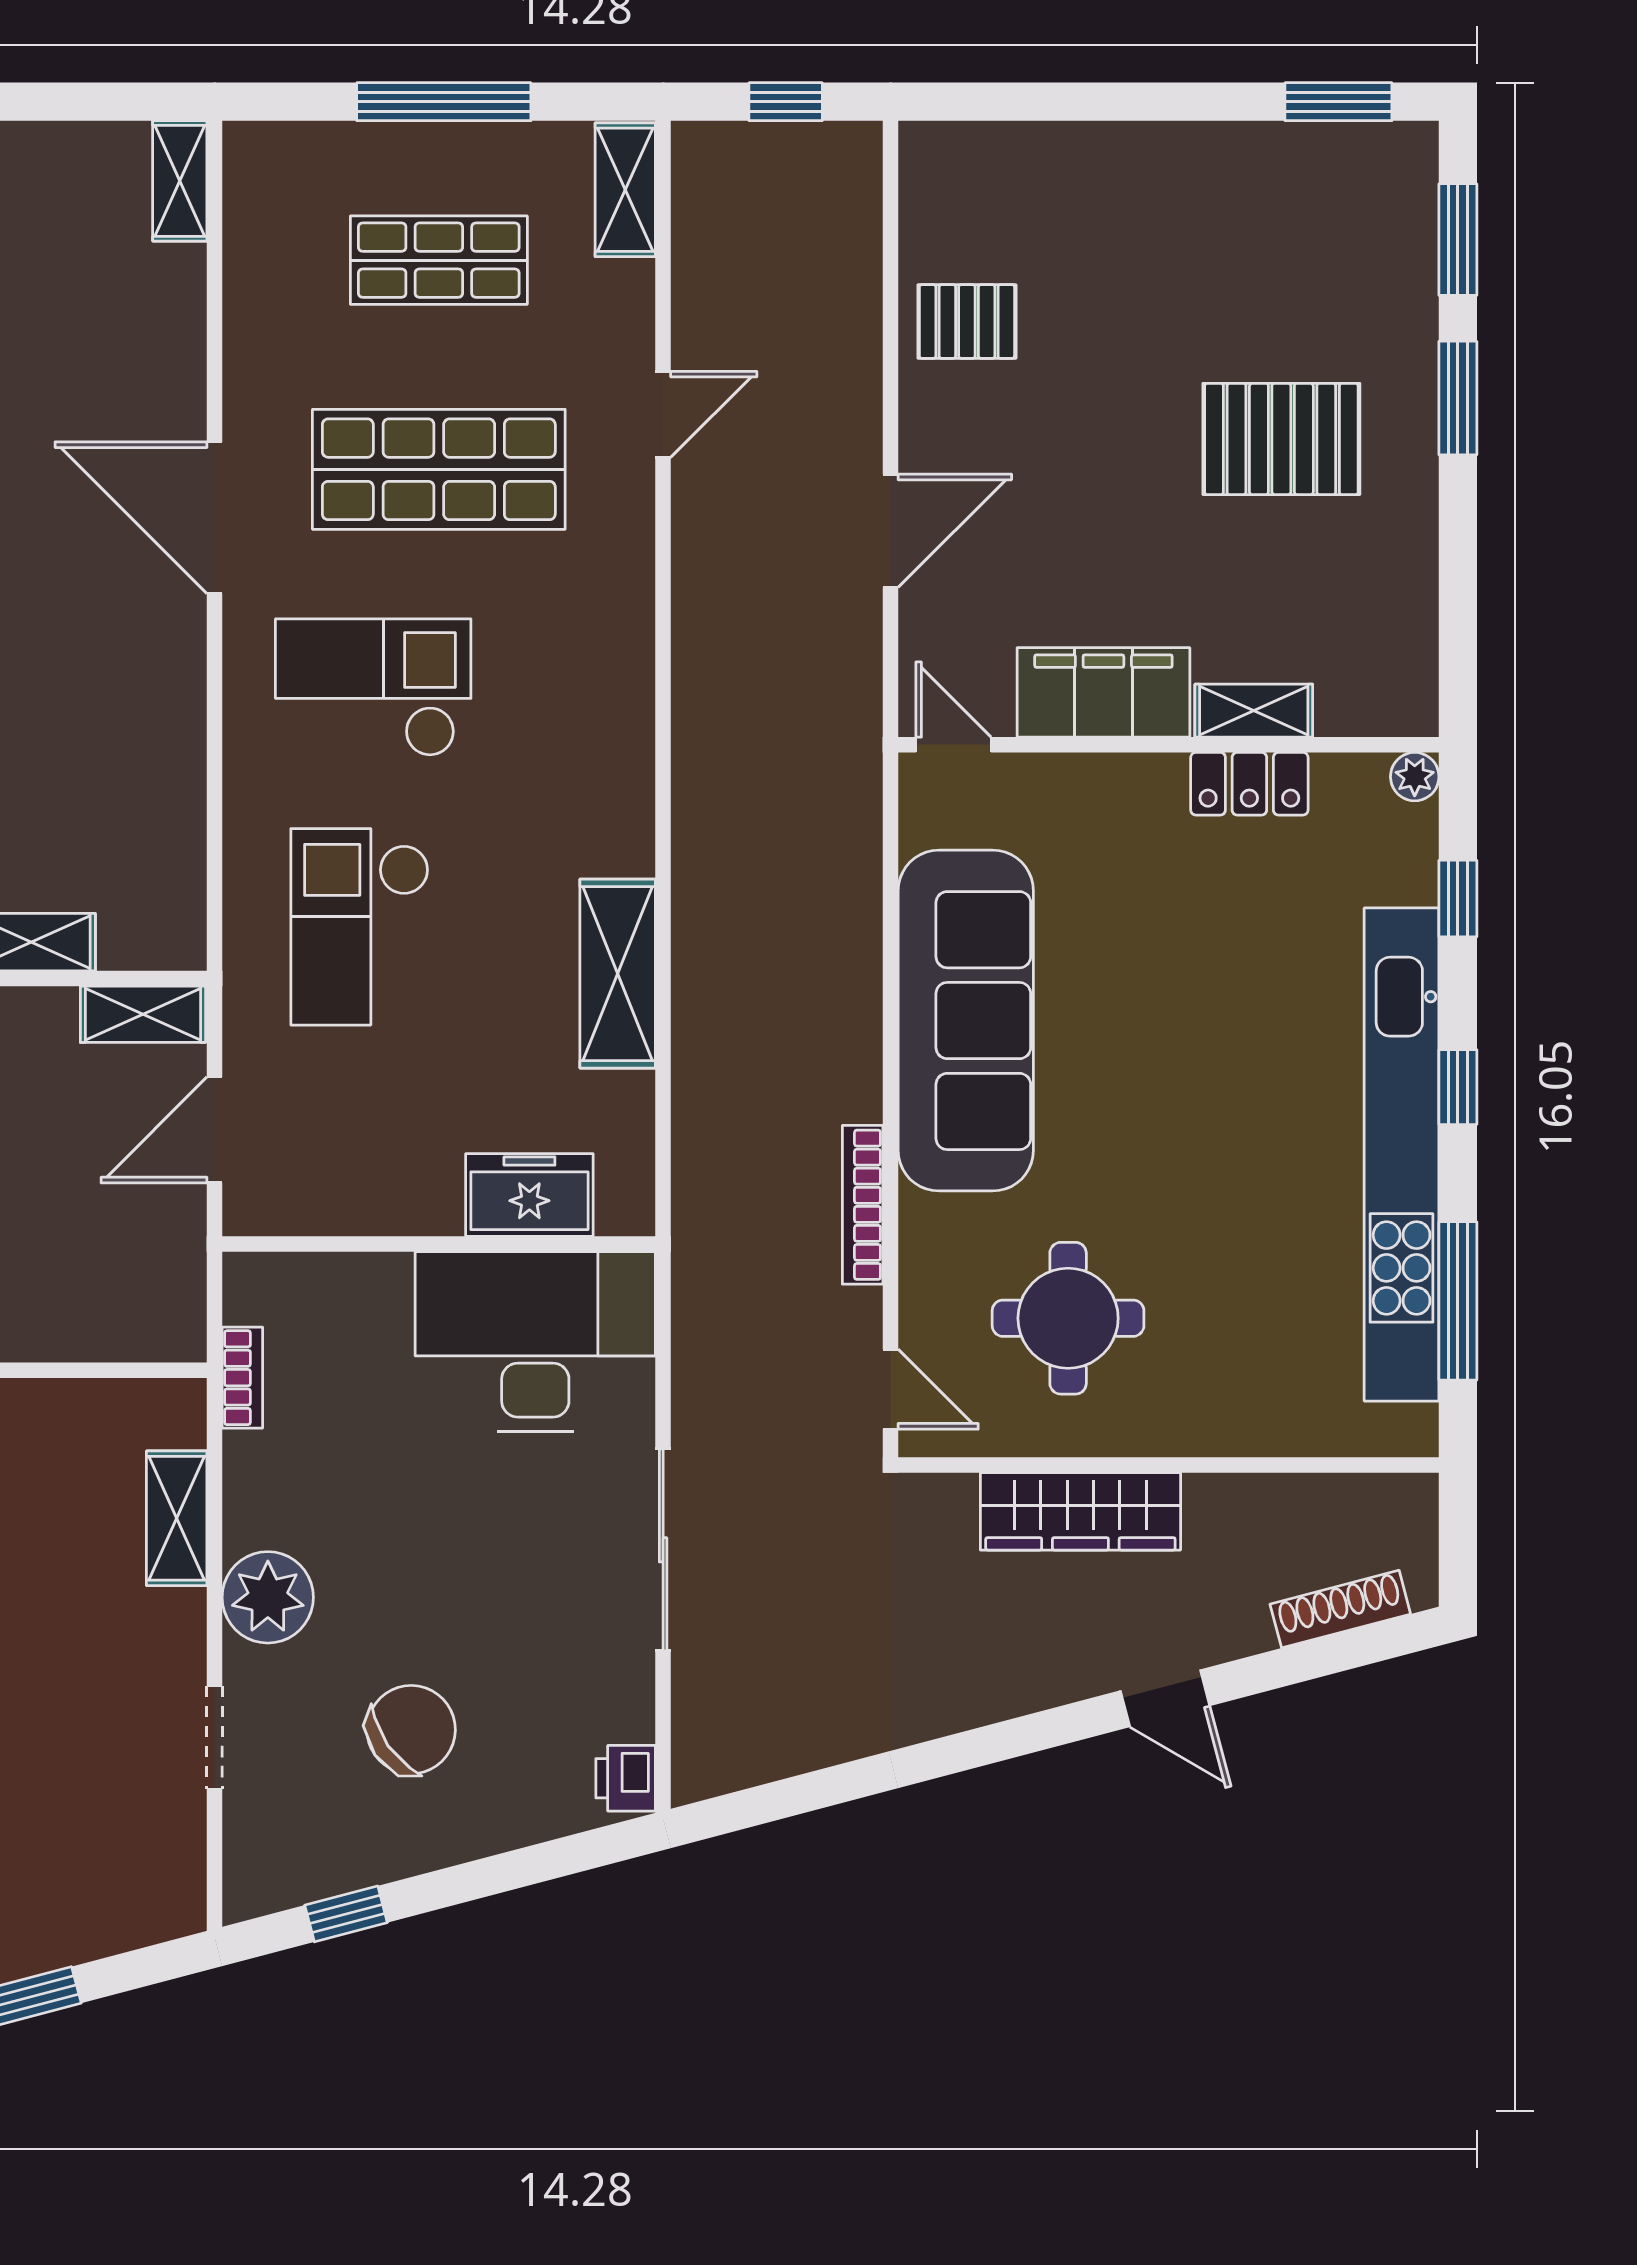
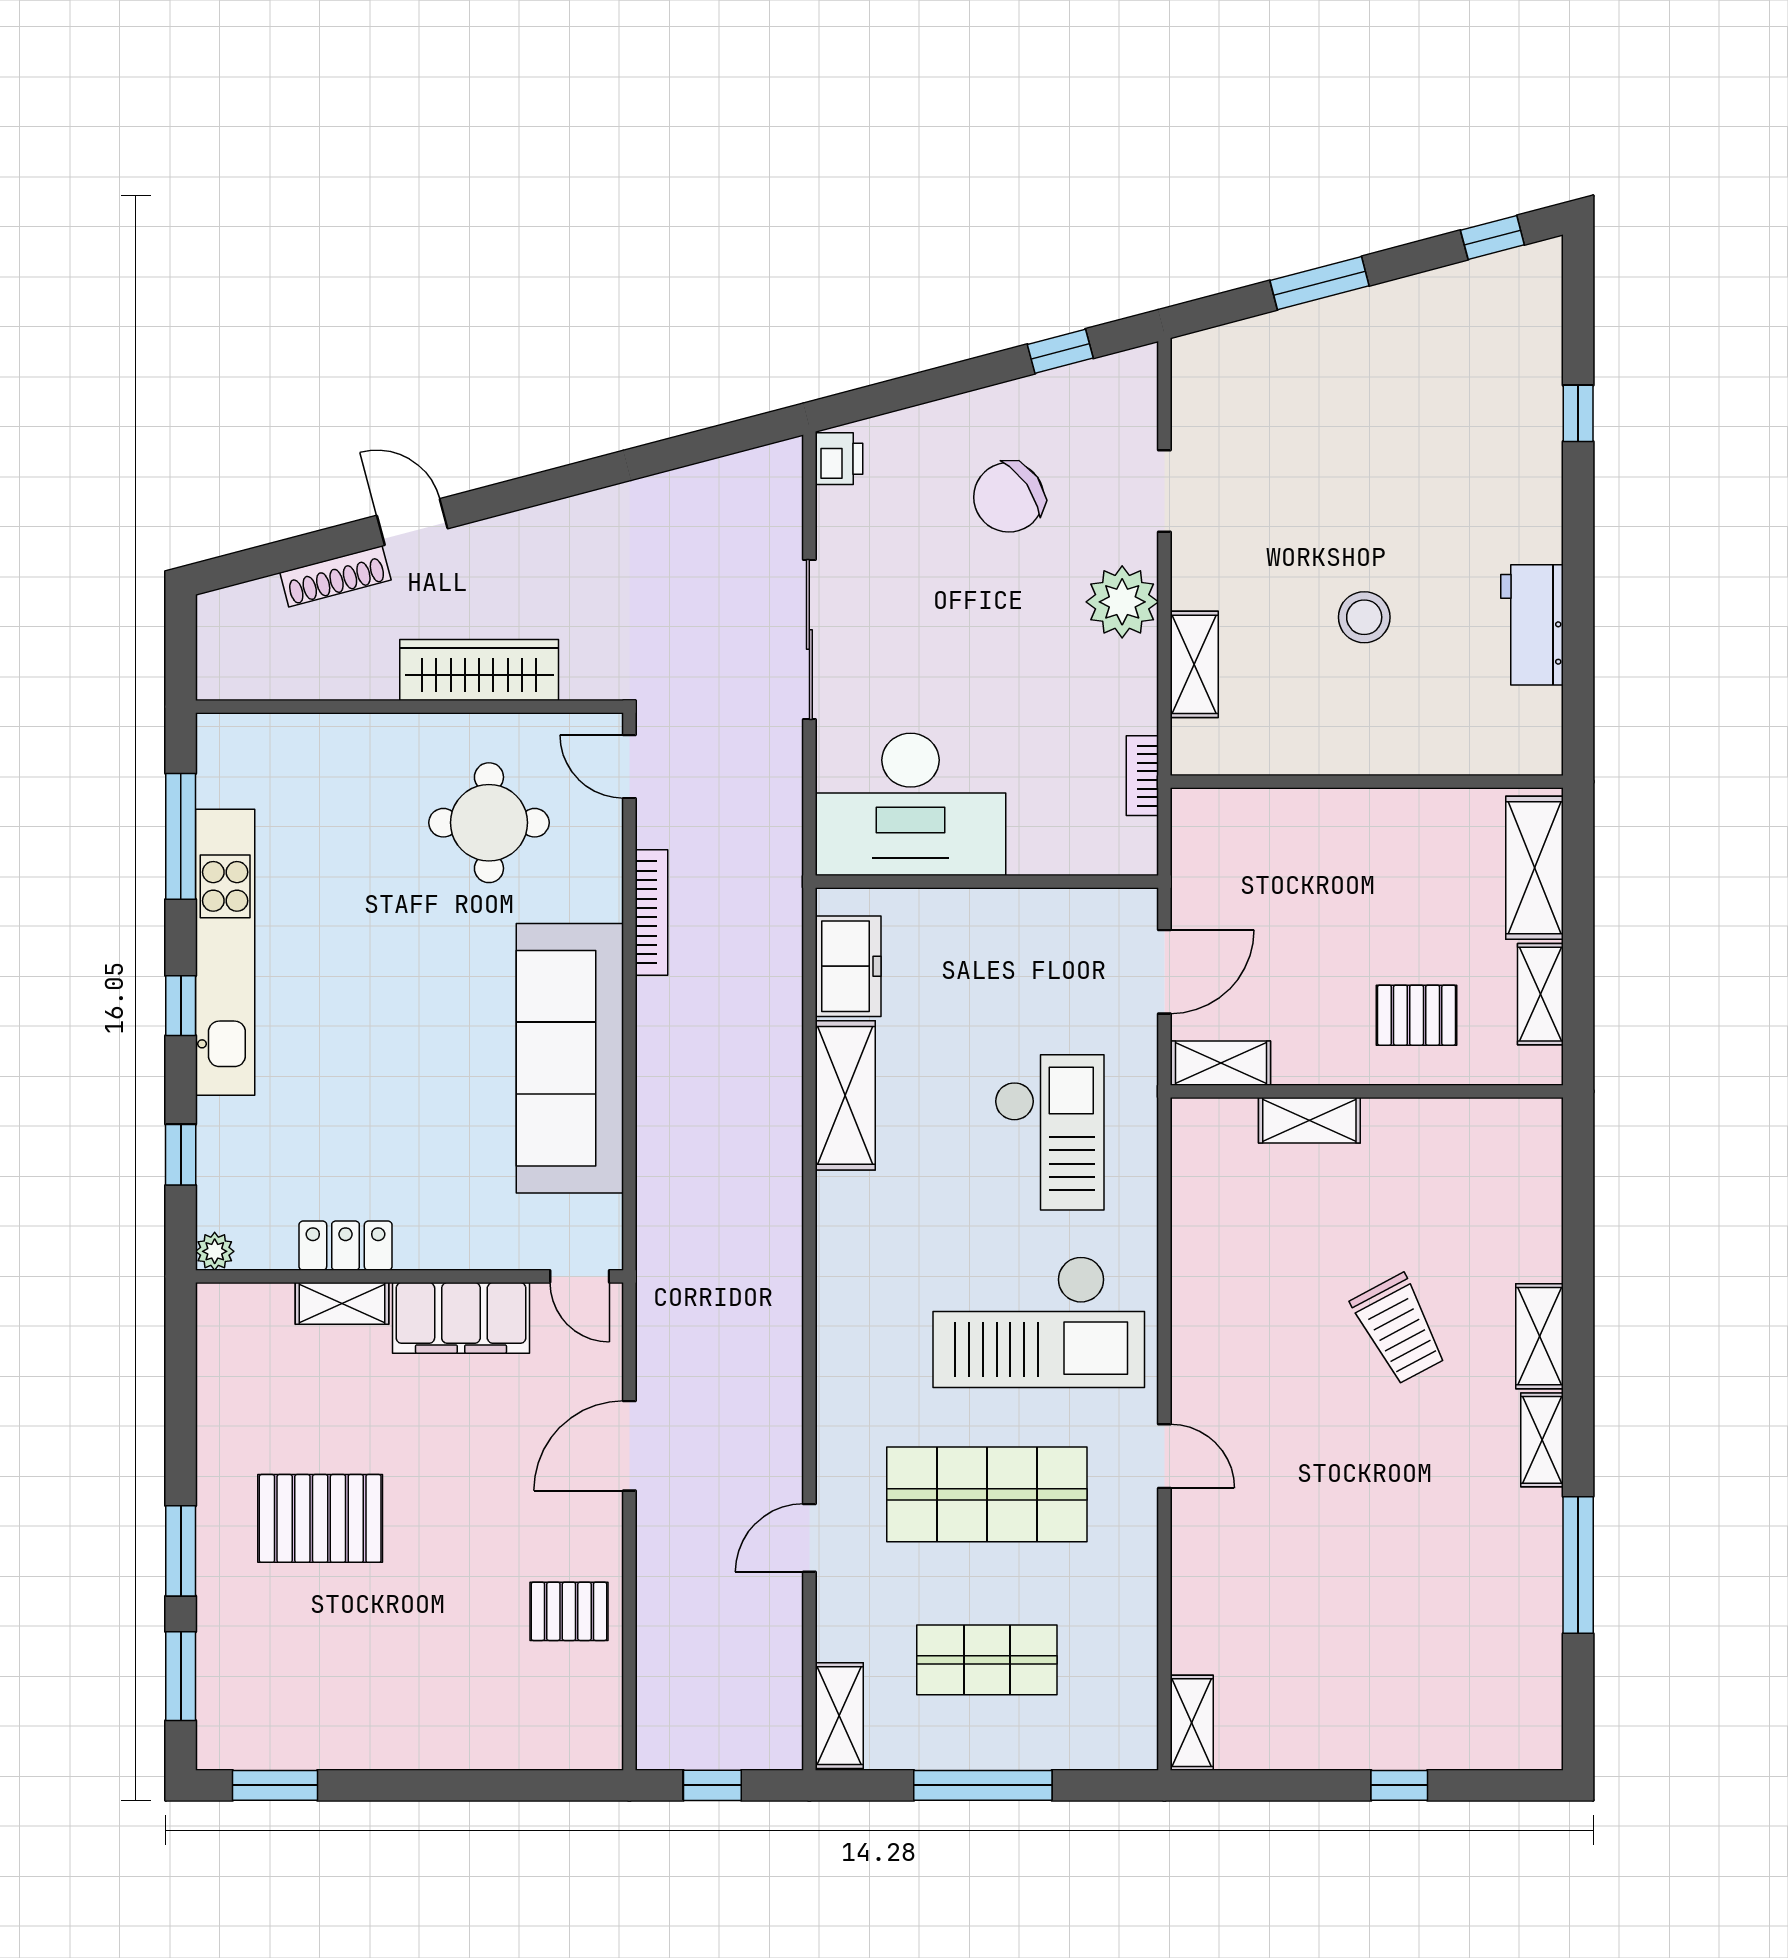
door: (215, 518) -> (1164, 1456), width x0.53
checkout: (373, 687) -> (1039, 1322), width x1.36, depth x1.21
kitchen unit: (1402, 1155) -> (225, 952), width x0.73
freezer: (529, 1195) -> (848, 966), moved, turned -90
shoe rack: (1340, 1609) -> (335, 576), moved

